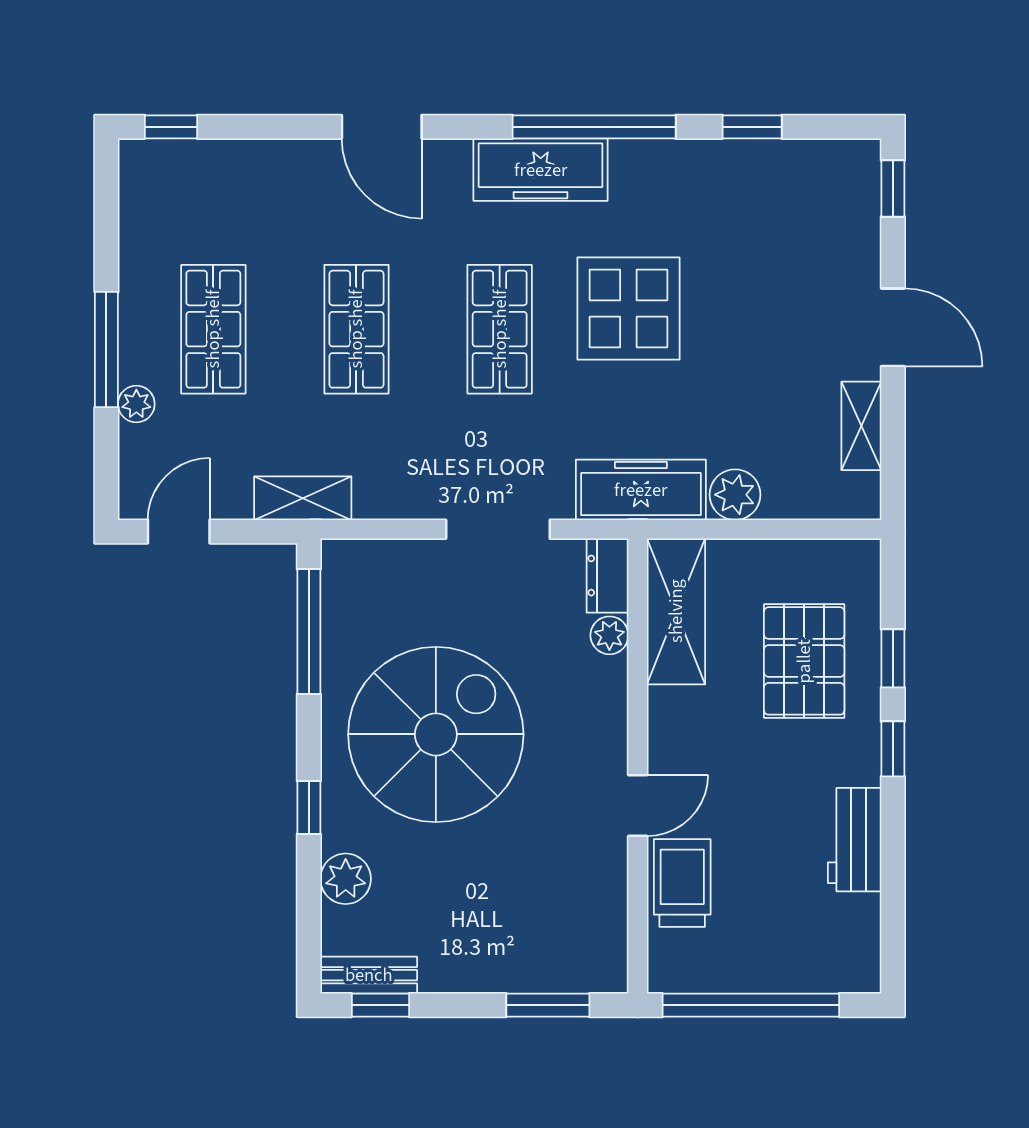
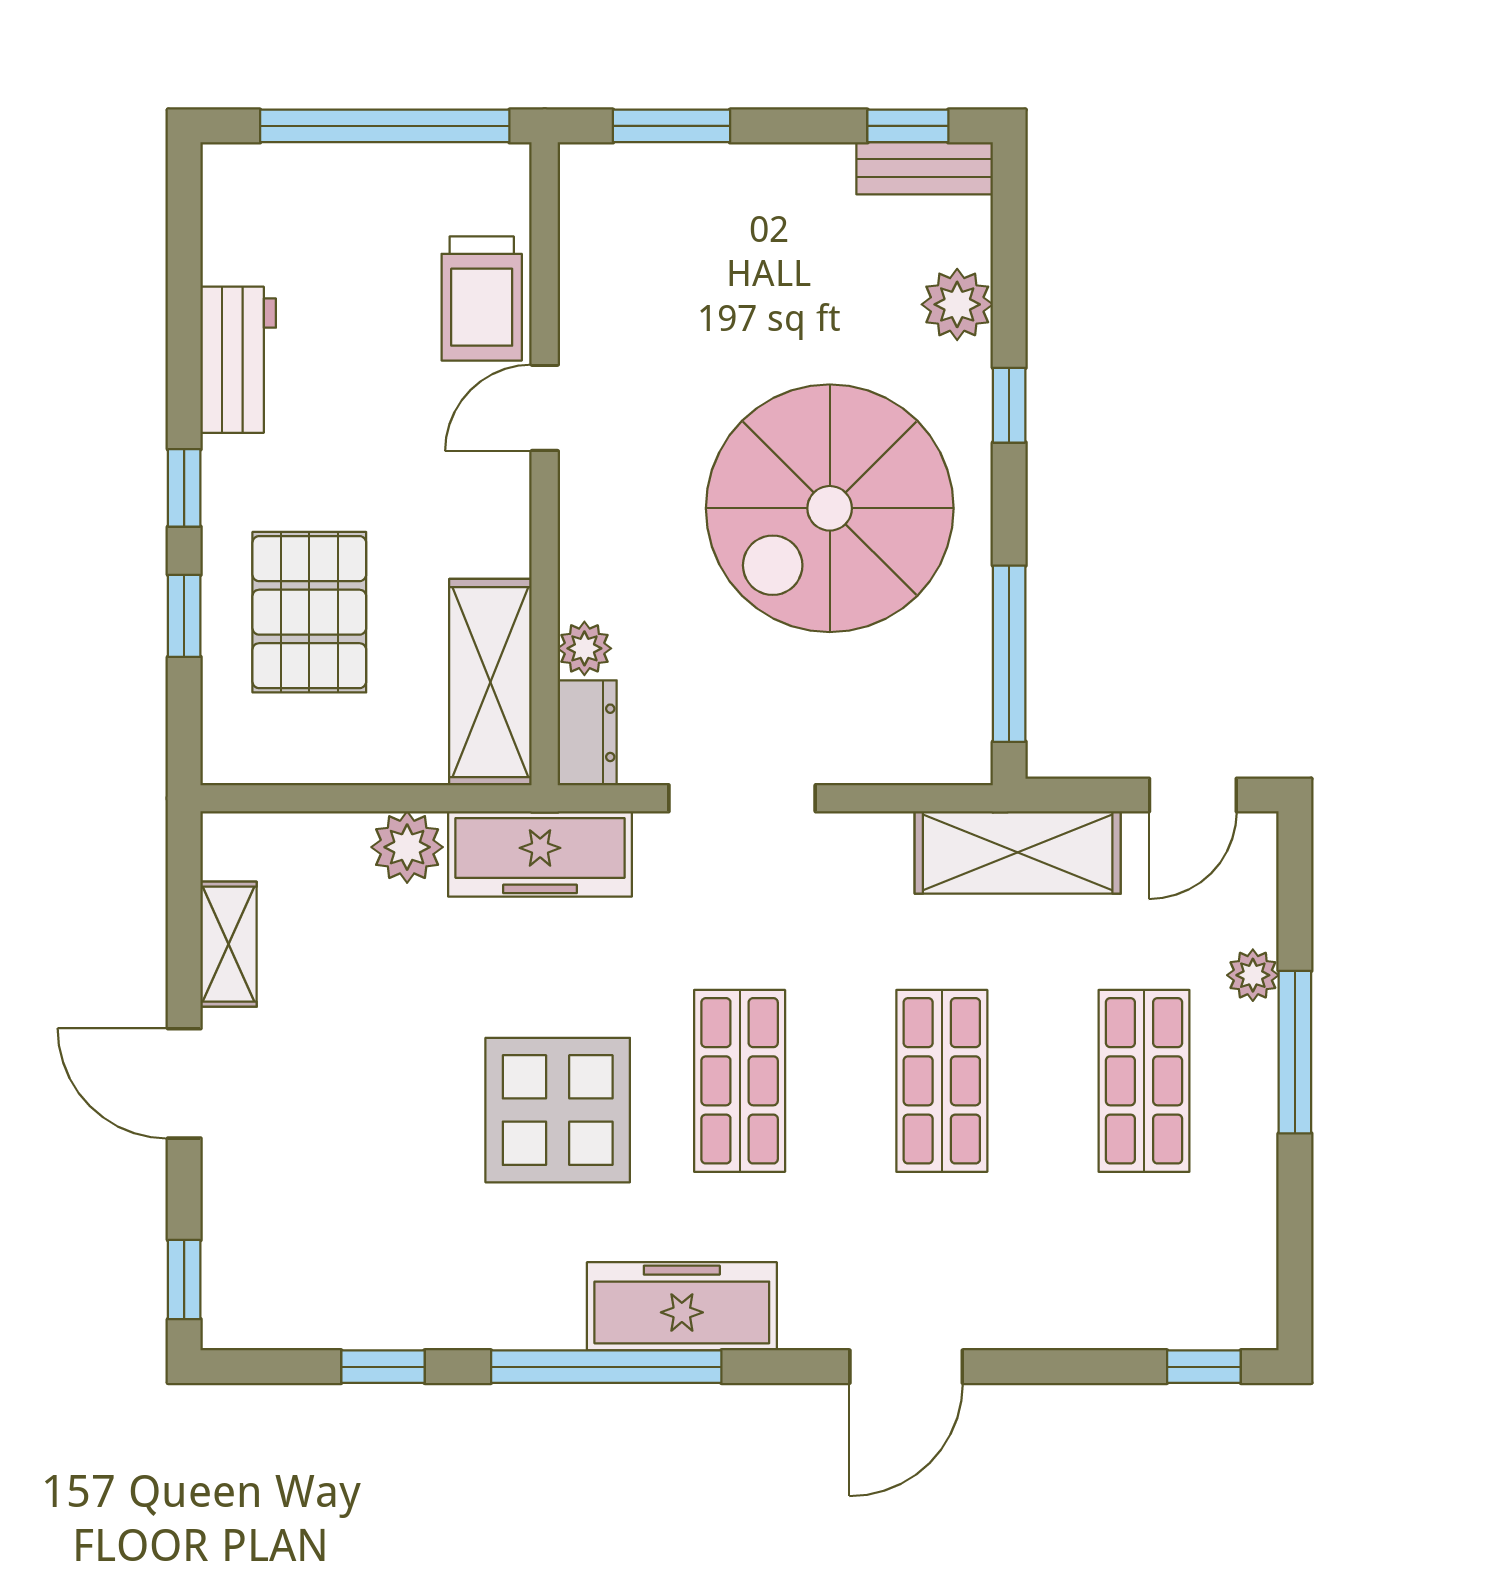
door: (382, 127) -> (906, 1367), swing flipped
shelving: (303, 498) -> (1018, 852), width x1.50, depth x1.33

